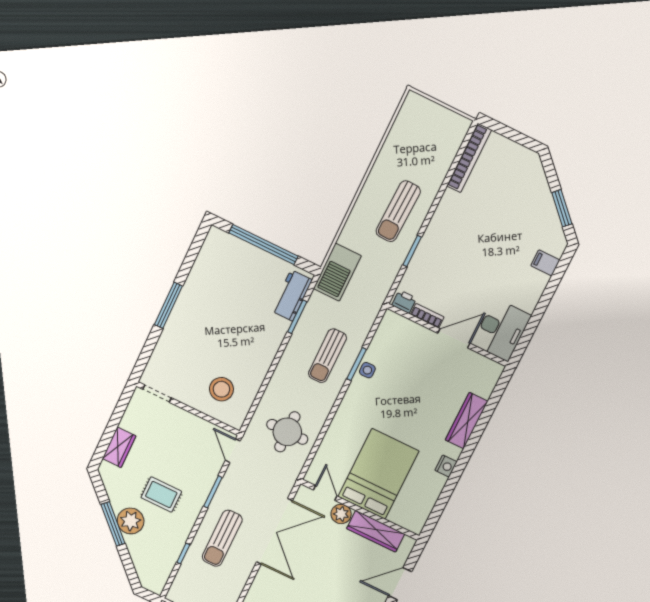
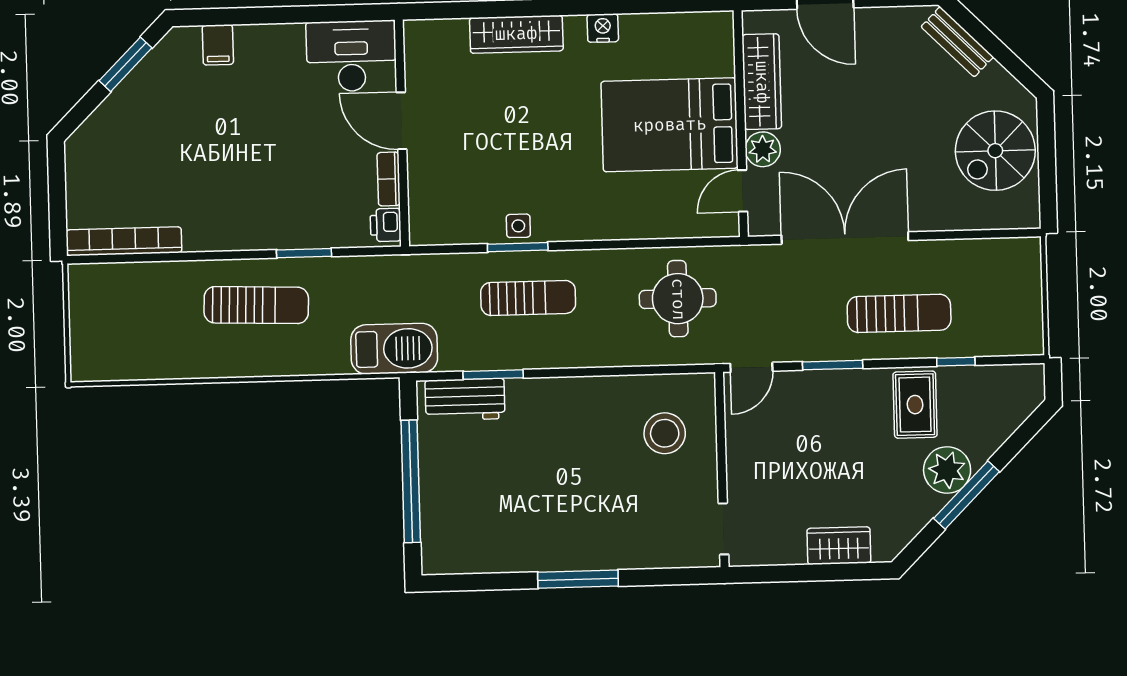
rug: (161, 495) -> (915, 405), moved

